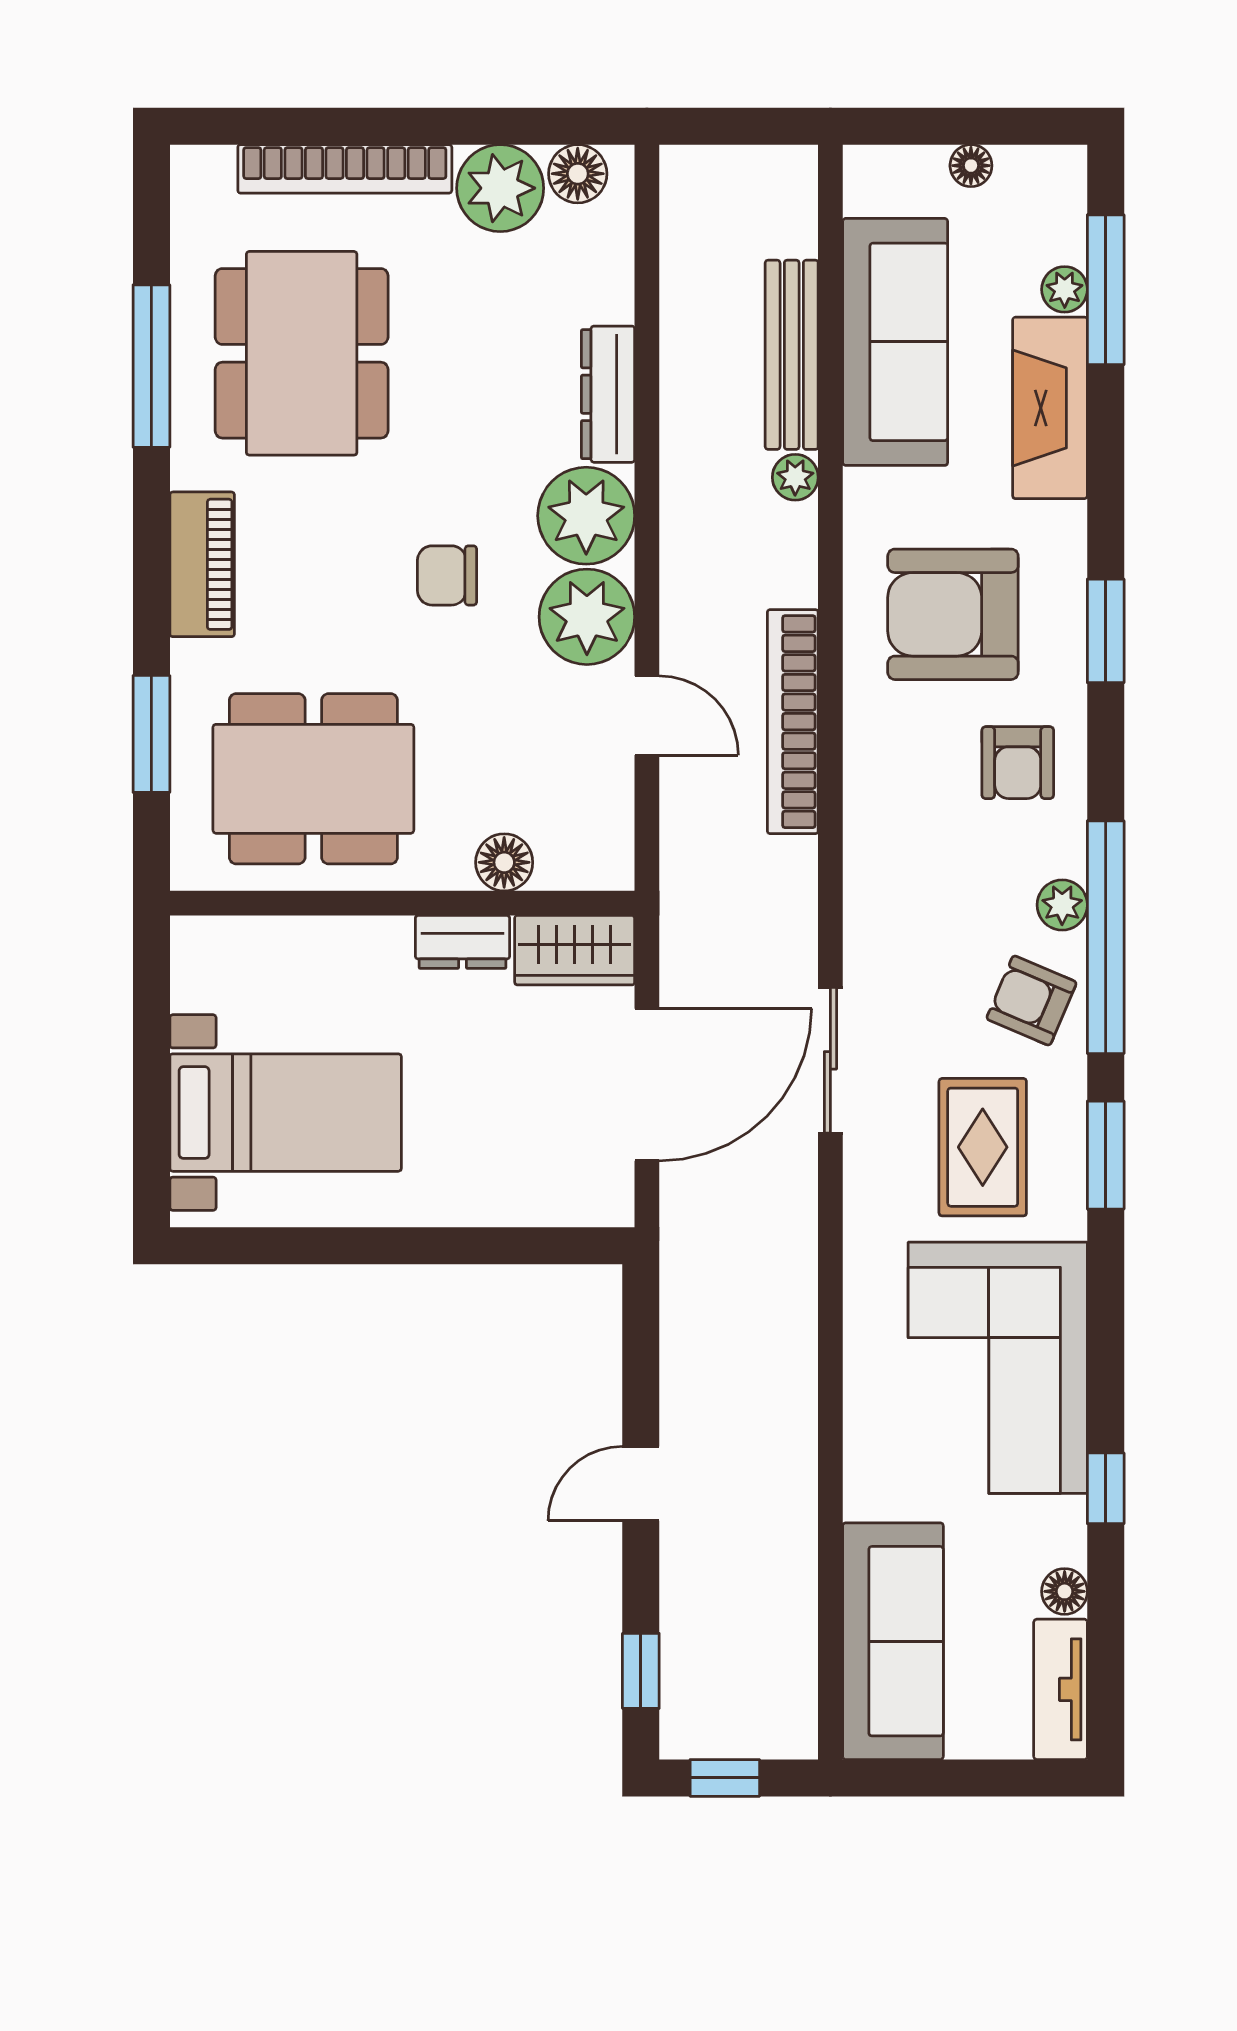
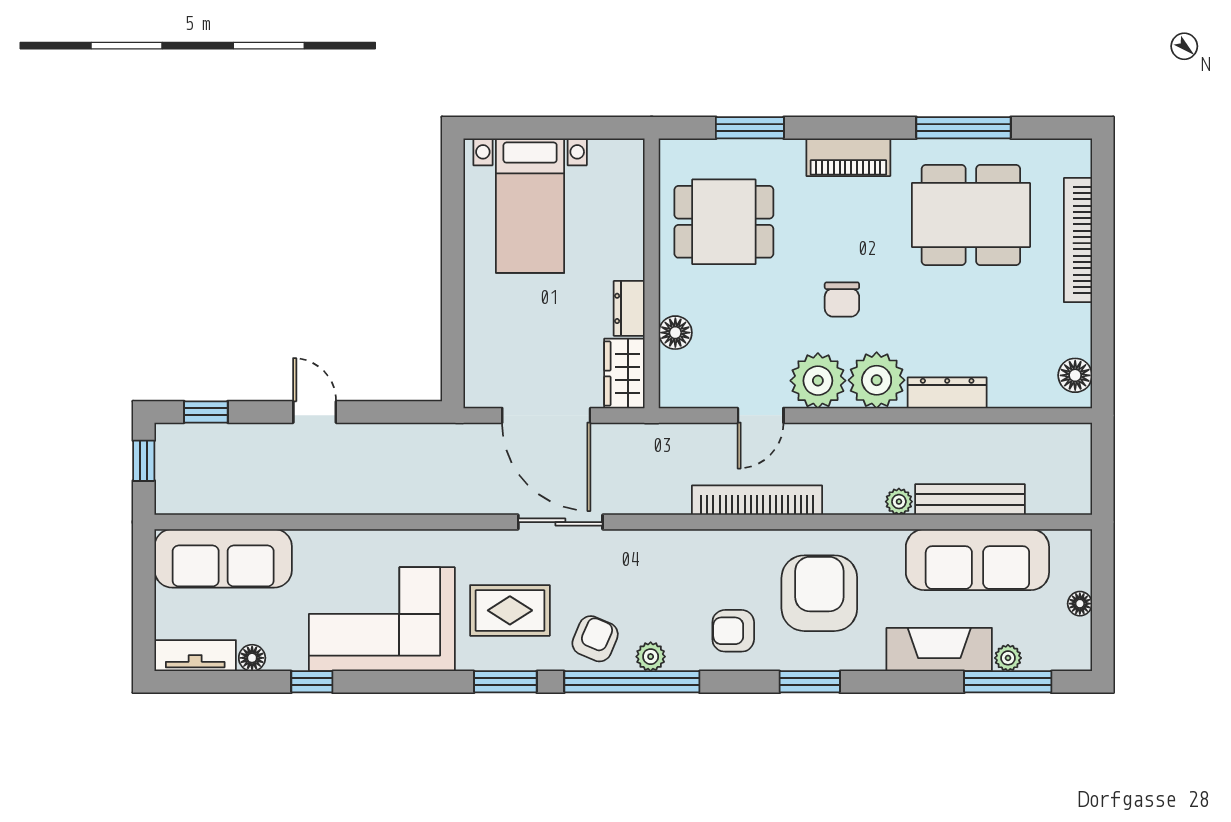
plant: (500, 188) -> (1067, 330), removed
chair: (447, 575) -> (842, 299), turned 180
dining table: (313, 779) -> (724, 222), width x0.73

